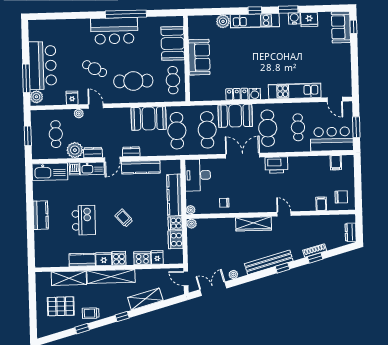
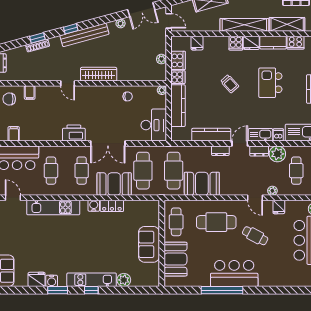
cafe table: (268, 128) -> (82, 171), width x0.73, depth x0.74
plant: (191, 224) -> (161, 59), moved
cooker: (142, 258) -> (295, 43), moved

